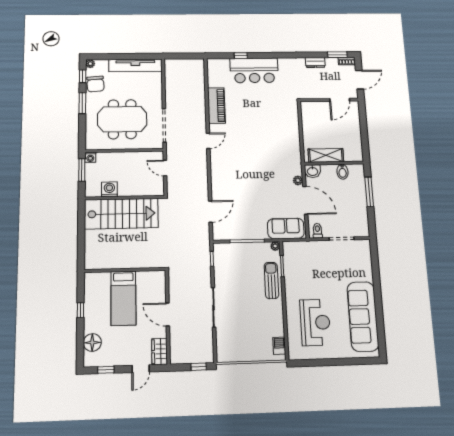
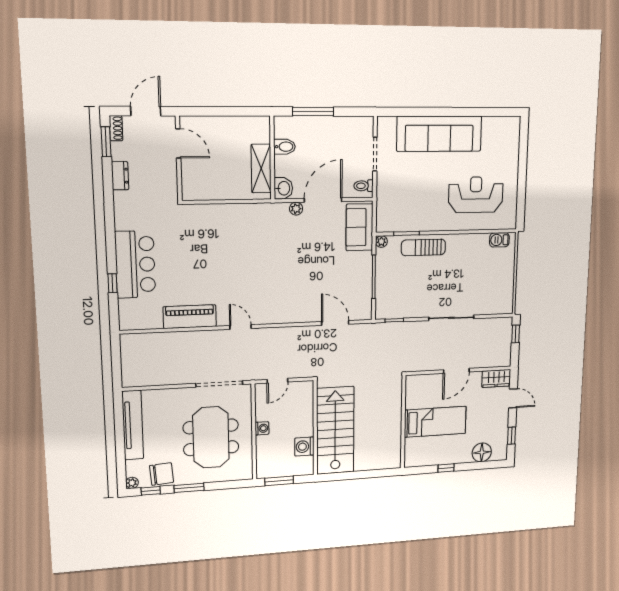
door: (360, 80) -> (146, 111), hinge flipped
washing machine: (90, 157) -> (262, 428), moved
sofa: (363, 316) -> (439, 134), moved

